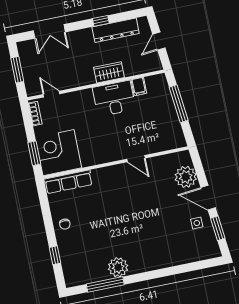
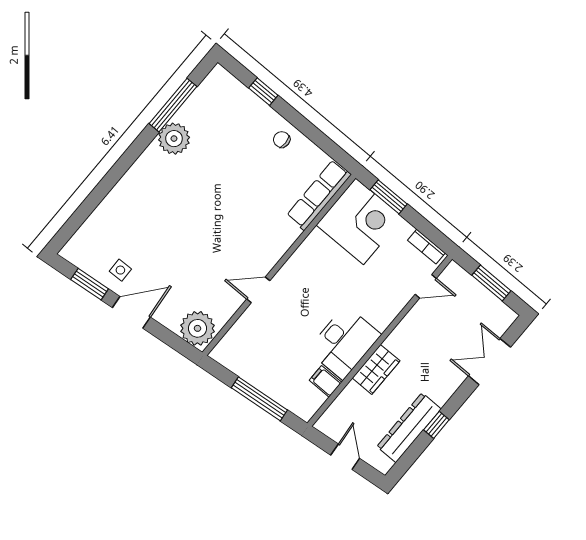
plant: (186, 177) -> (198, 328), moved

